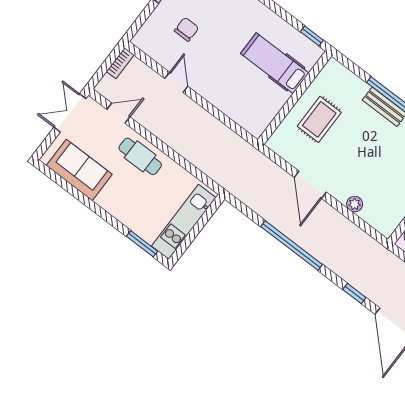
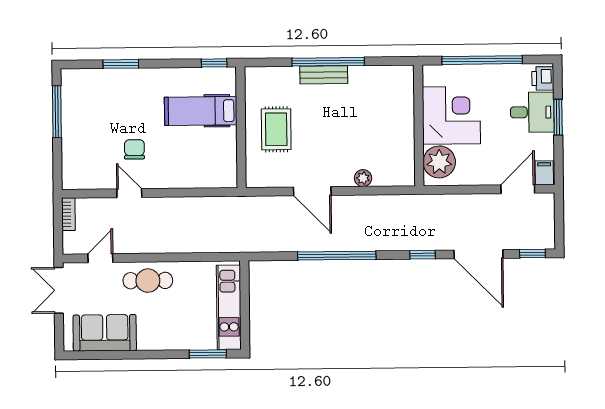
chair: (187, 29) -> (134, 149), moved

